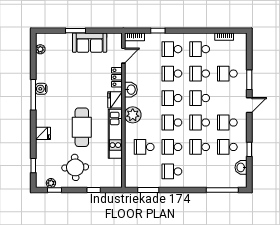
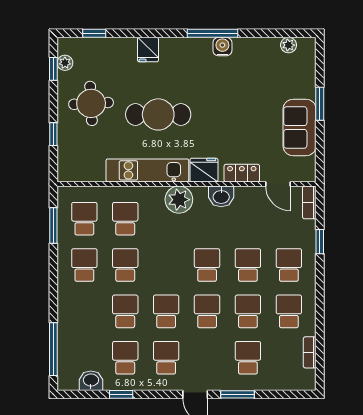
school desk: (172, 122) -> (84, 219), moved

